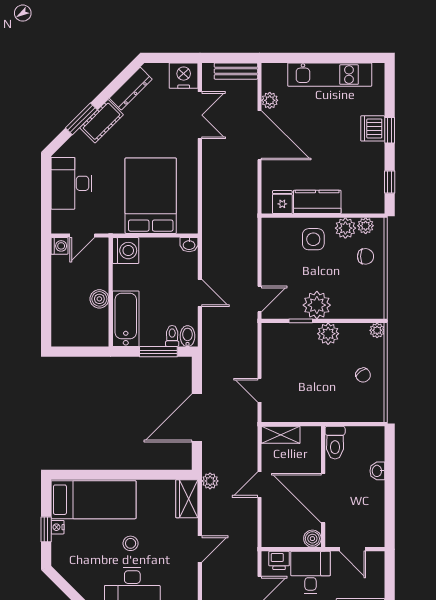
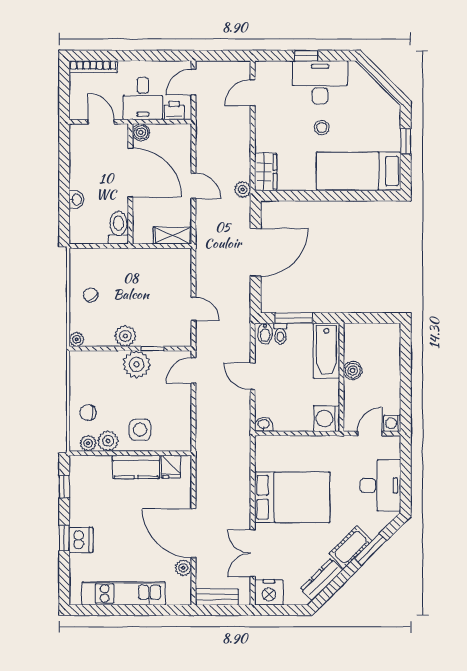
bed: (151, 196) -> (292, 497), moved, turned -90
door: (260, 390) -> (193, 309), moved
door: (260, 485) -> (193, 186), hinge flipped
nightstand: (57, 527) -> (394, 144), removed
door: (200, 549) -> (253, 93), moved

